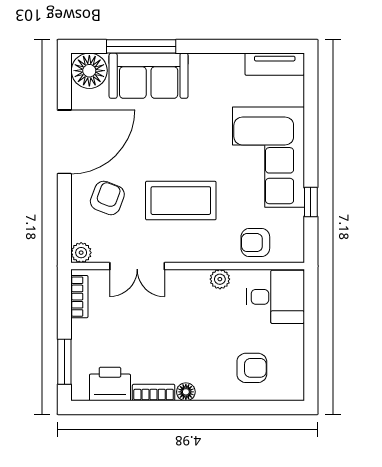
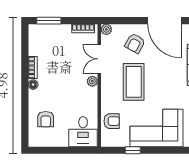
armchair: (107, 198) -> (135, 43), turned 98
armchair: (255, 243) -> (112, 121), turned 90
plant: (220, 279) -> (92, 81), moved
printer: (110, 384) -> (37, 45), removed

